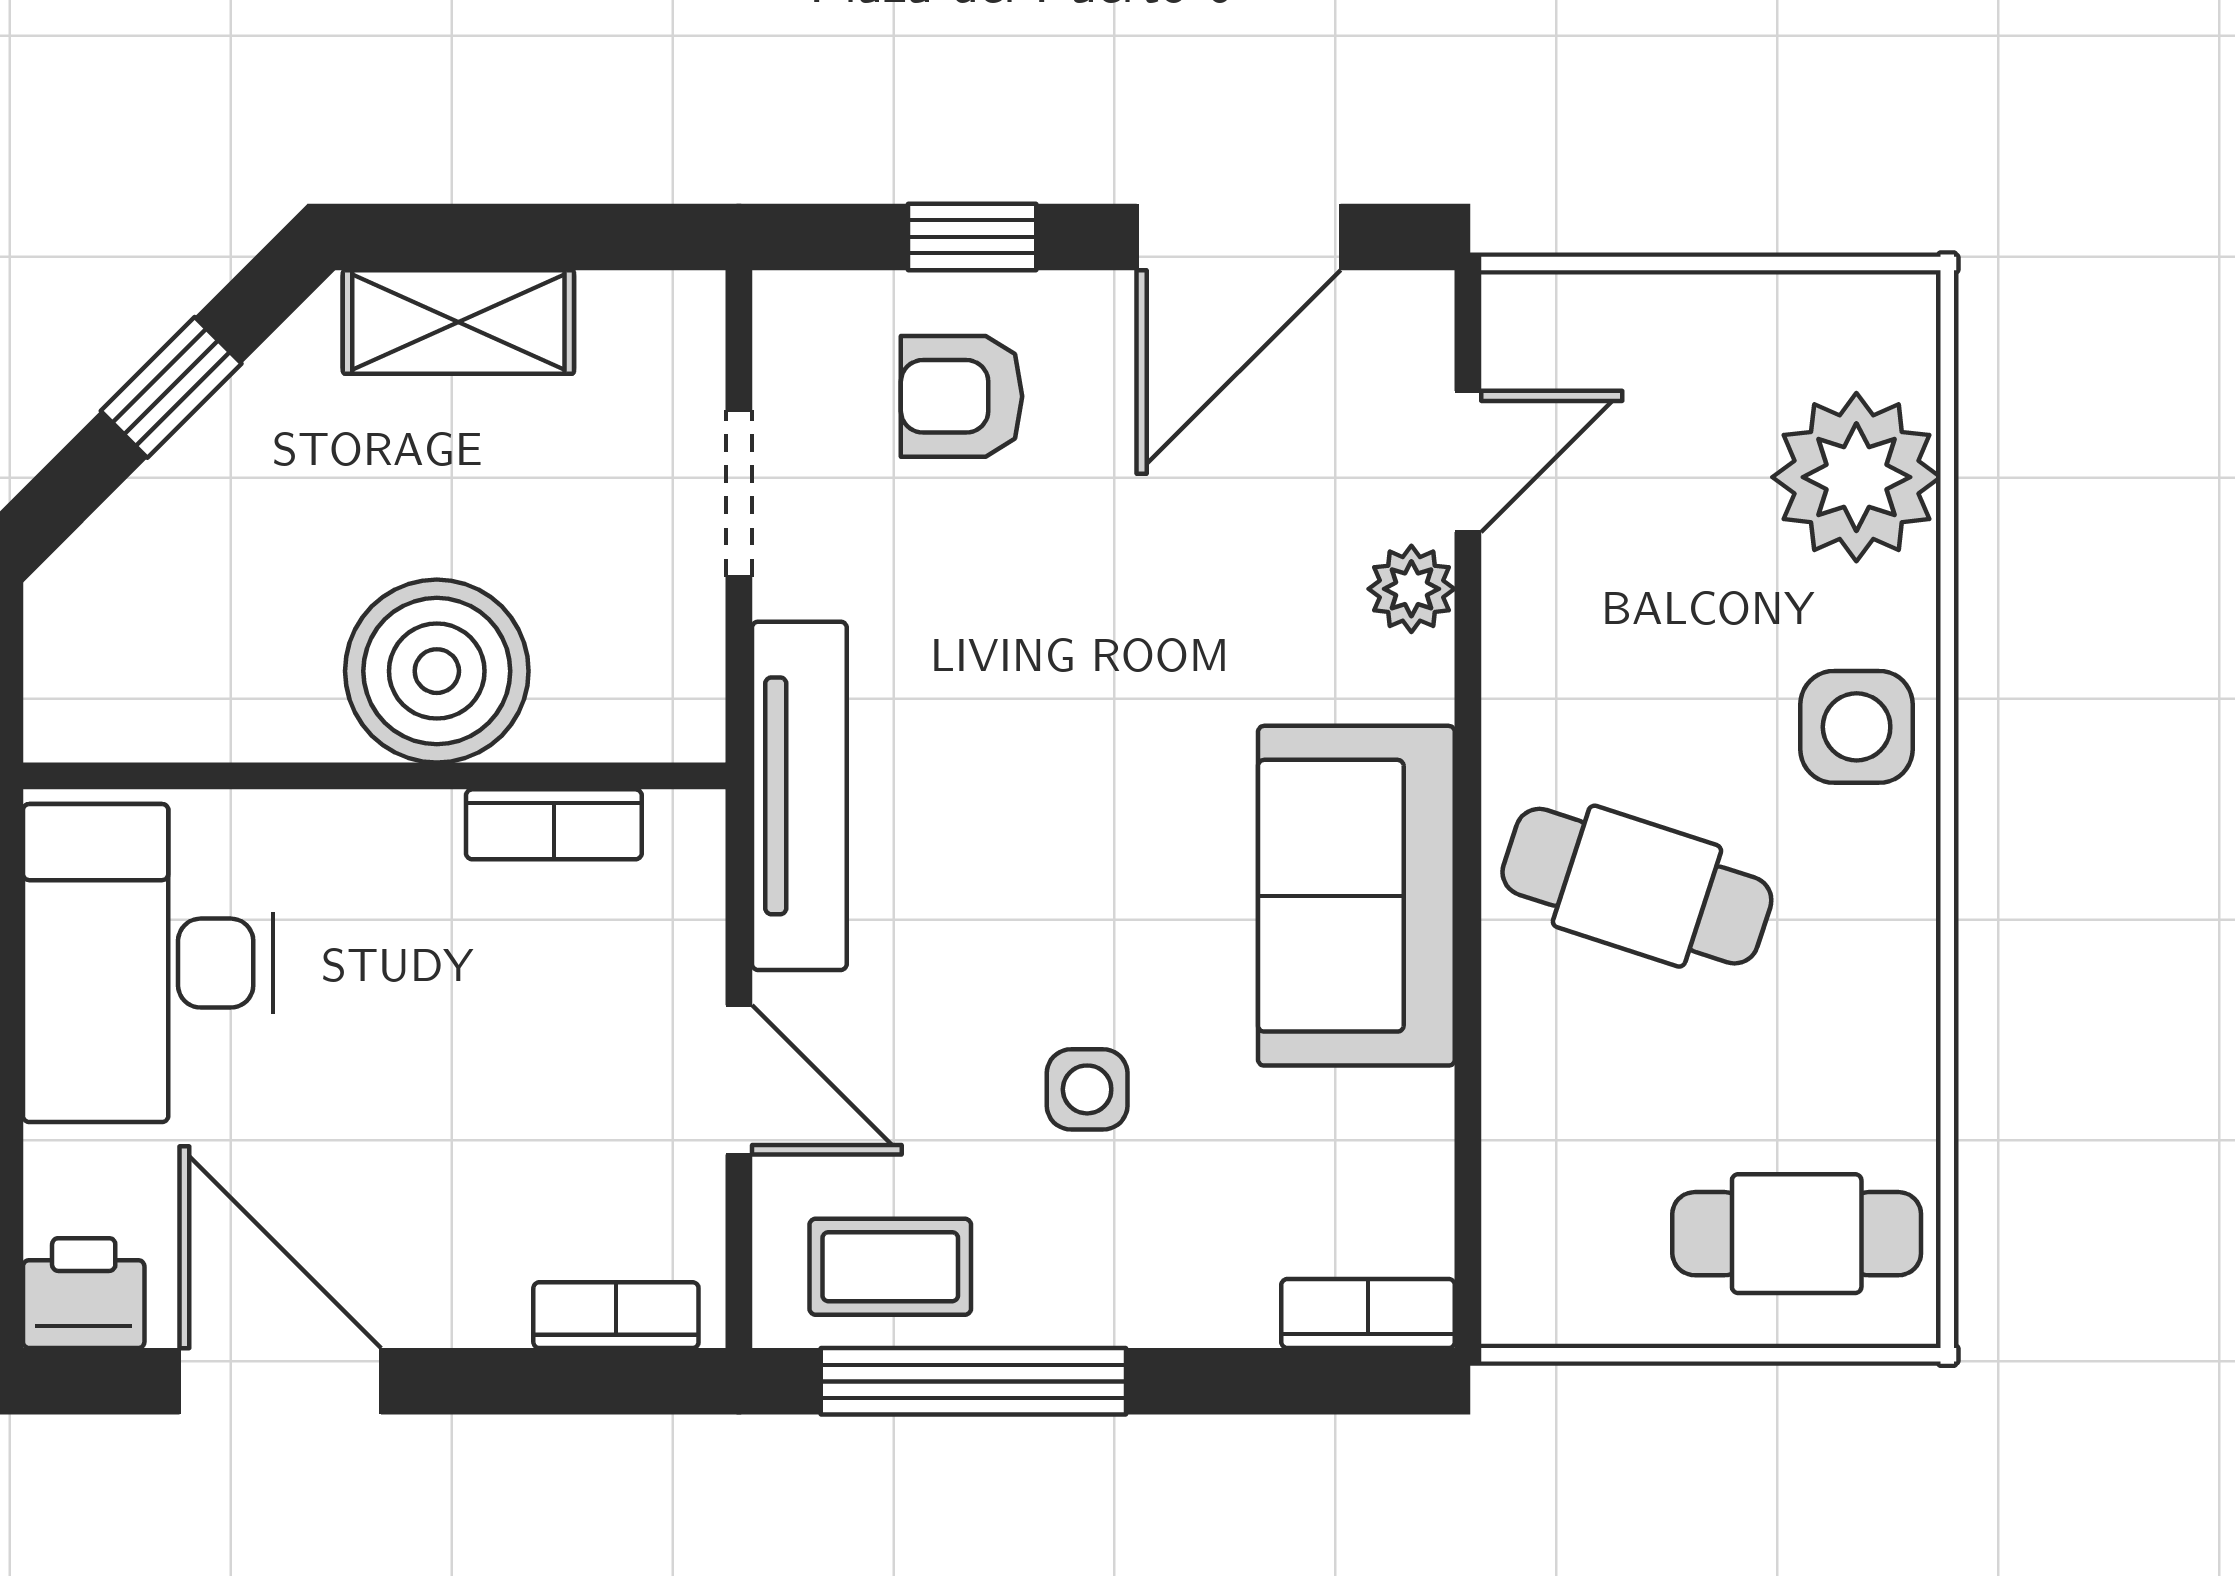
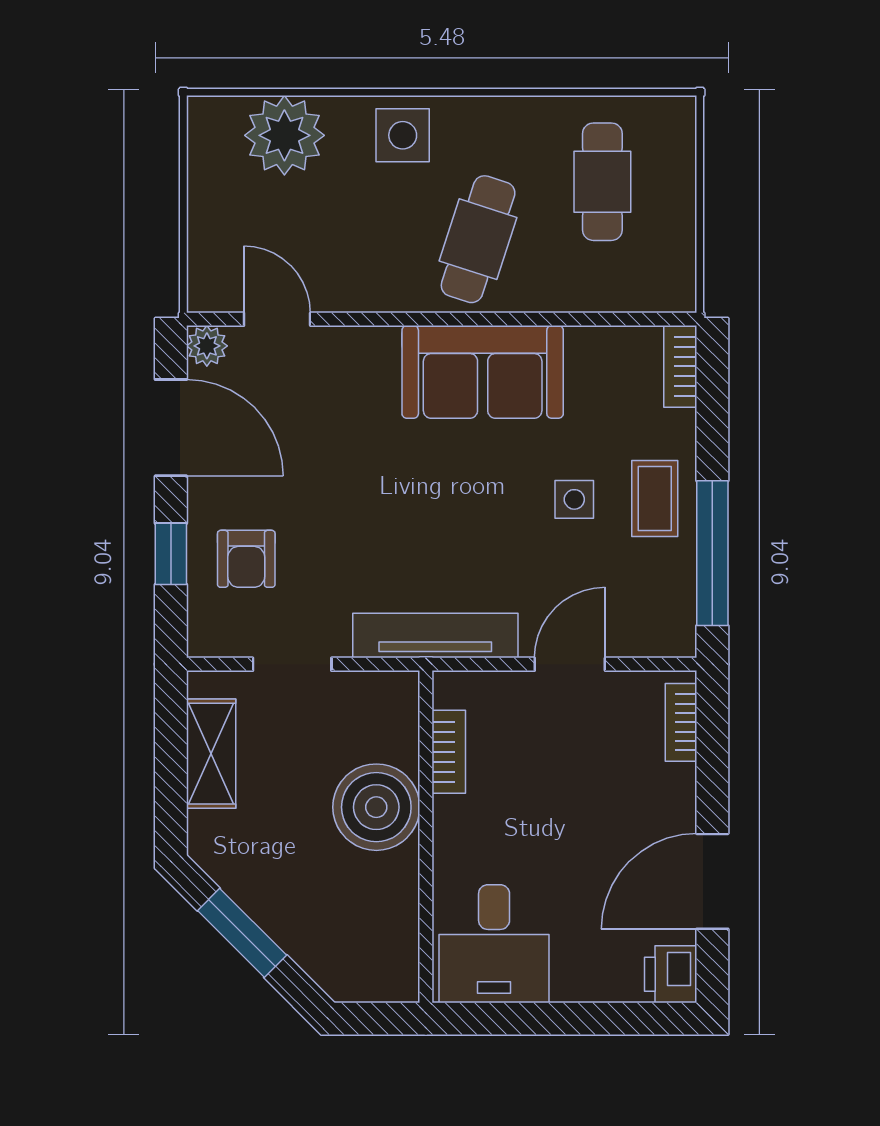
shelving: (458, 322) -> (211, 754), moved
window: (171, 387) -> (242, 933), width x1.50
plant: (1411, 589) -> (207, 346), moved
desk: (148, 963) -> (494, 944), width x0.73
cafe table: (1797, 1234) -> (602, 182), moved
coffee table: (890, 1267) -> (655, 499), moved

